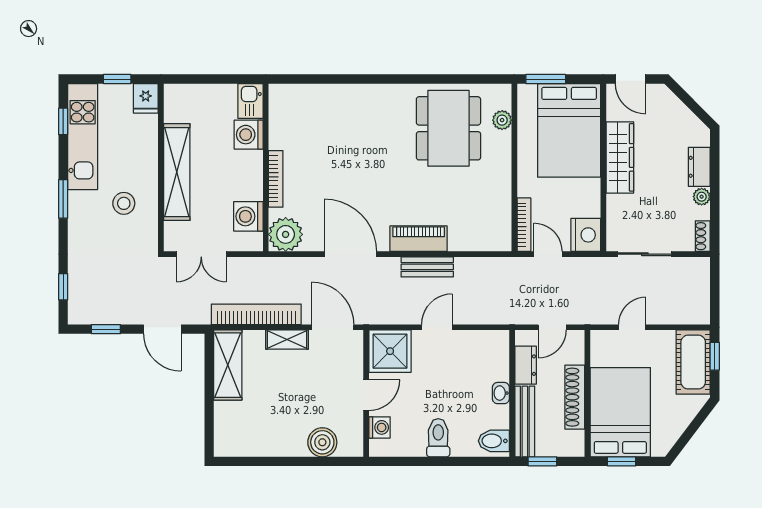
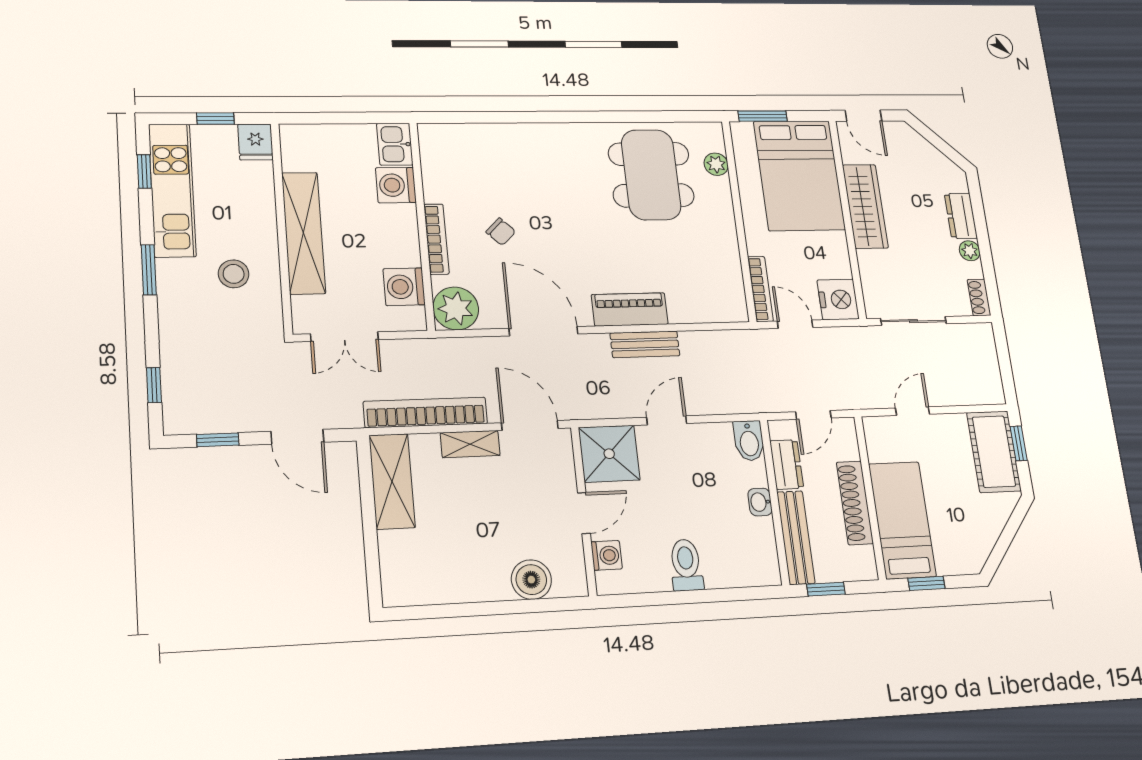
chair: (325, 174) -> (501, 232), added
bed: (620, 412) -> (902, 520), width x0.67
bidet: (494, 441) -> (749, 441), moved, turned -90

